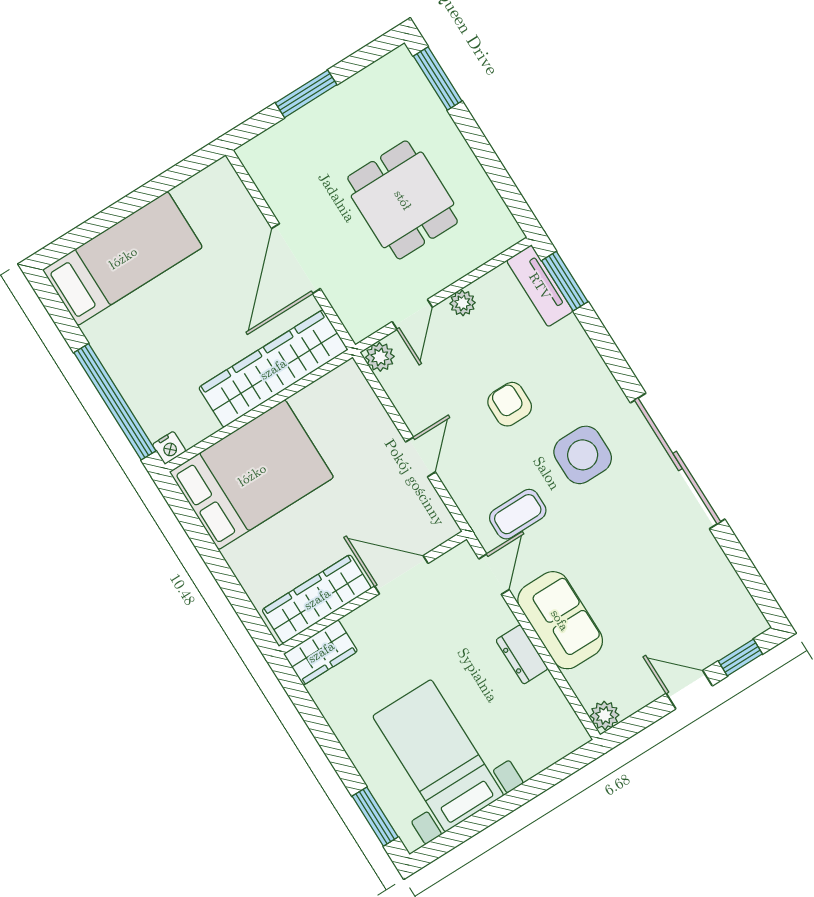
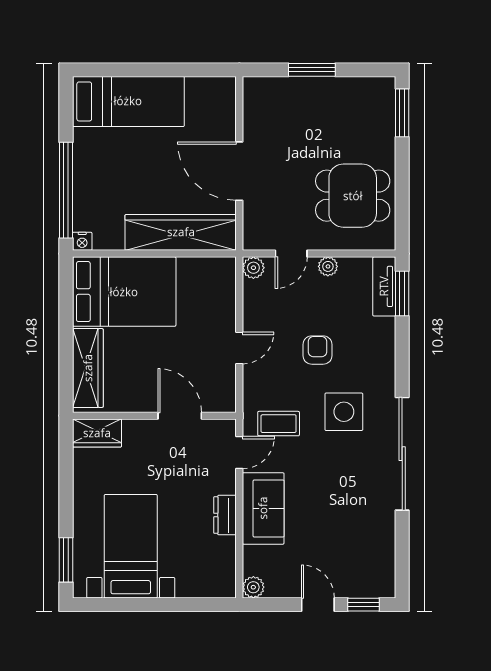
dining table: (403, 200) -> (353, 196), moved, turned 90
door: (296, 259) -> (239, 171), hinge flipped
wardrobe: (317, 599) -> (88, 368), moved, turned 90

